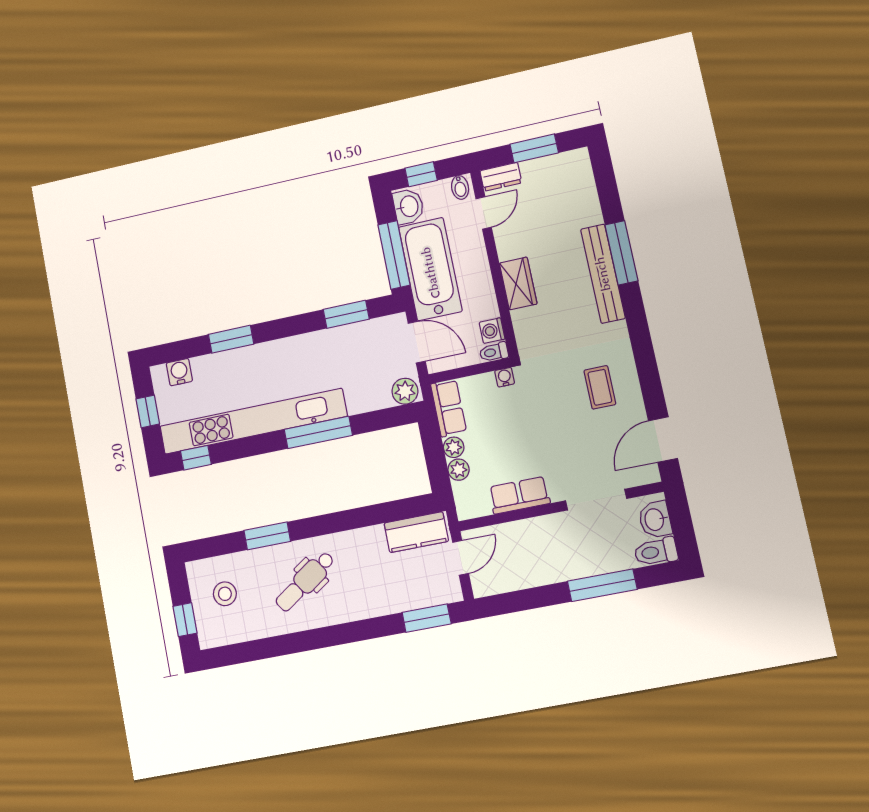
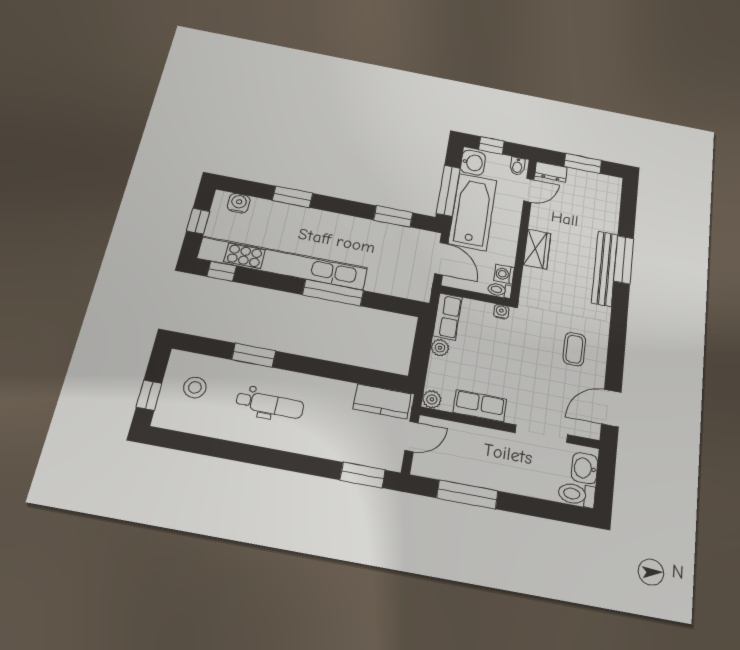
plant: (405, 391) -> (417, 290), removed
plant: (459, 470) -> (432, 399), moved
dental chair: (305, 581) -> (270, 404), turned -146
window: (602, 585) -> (467, 495), moved

